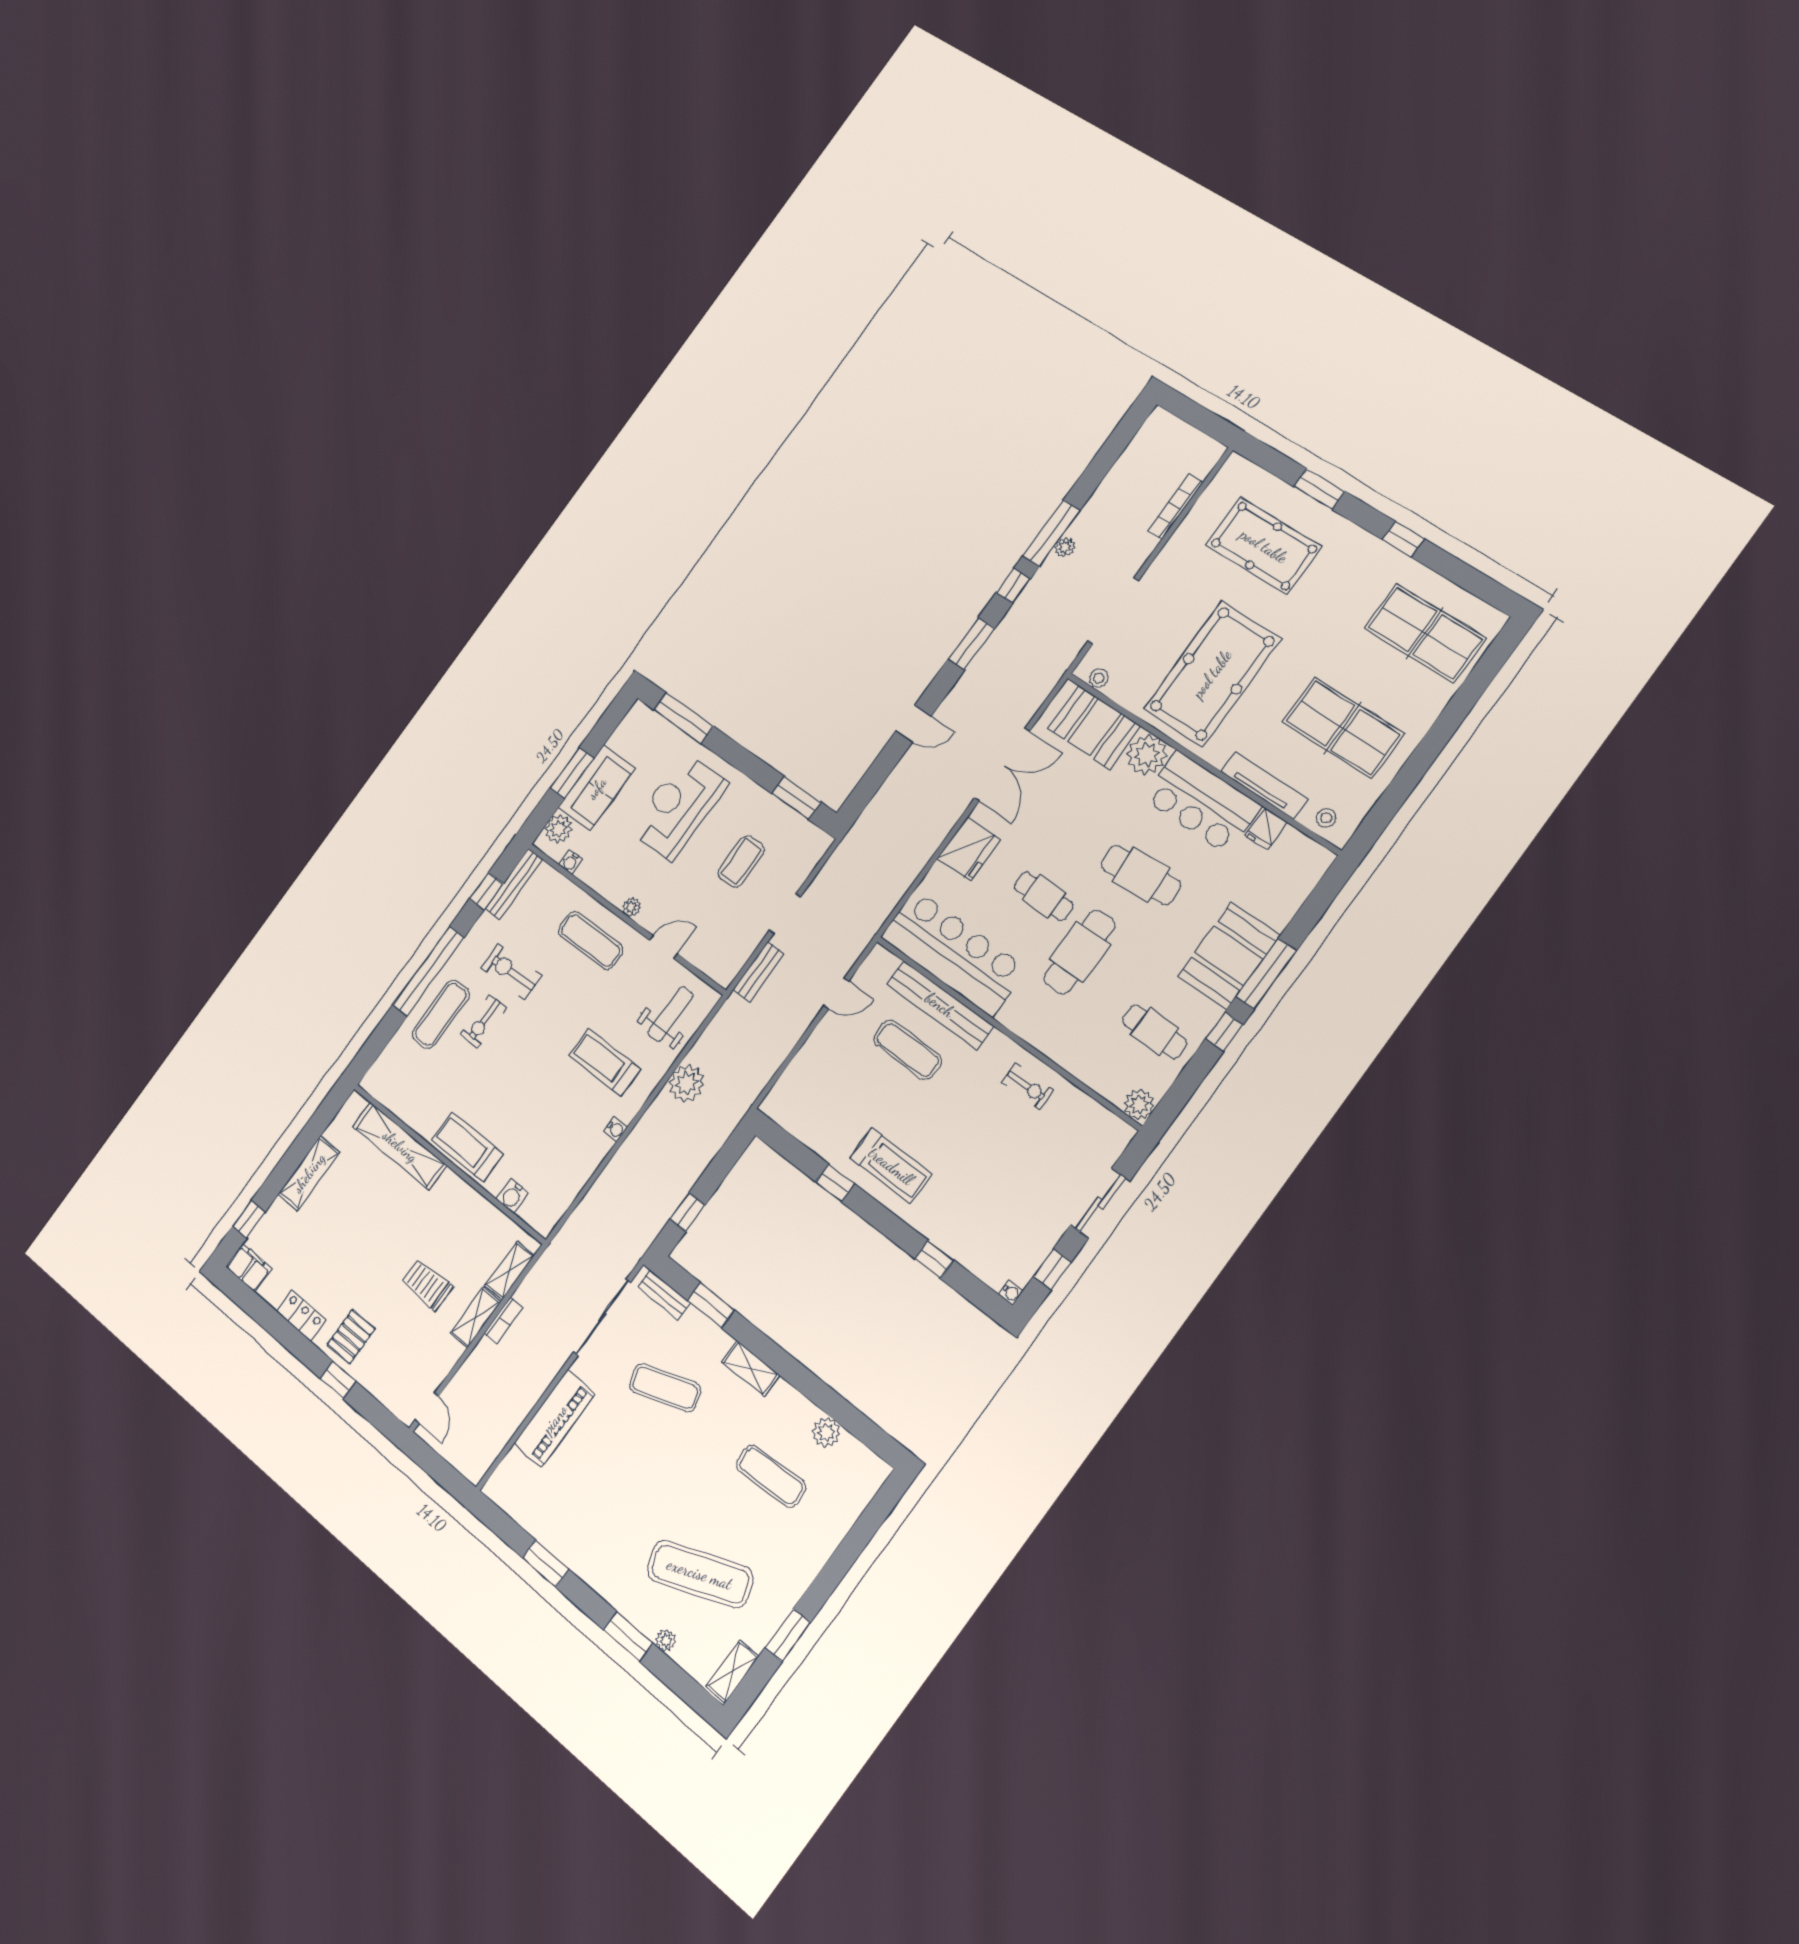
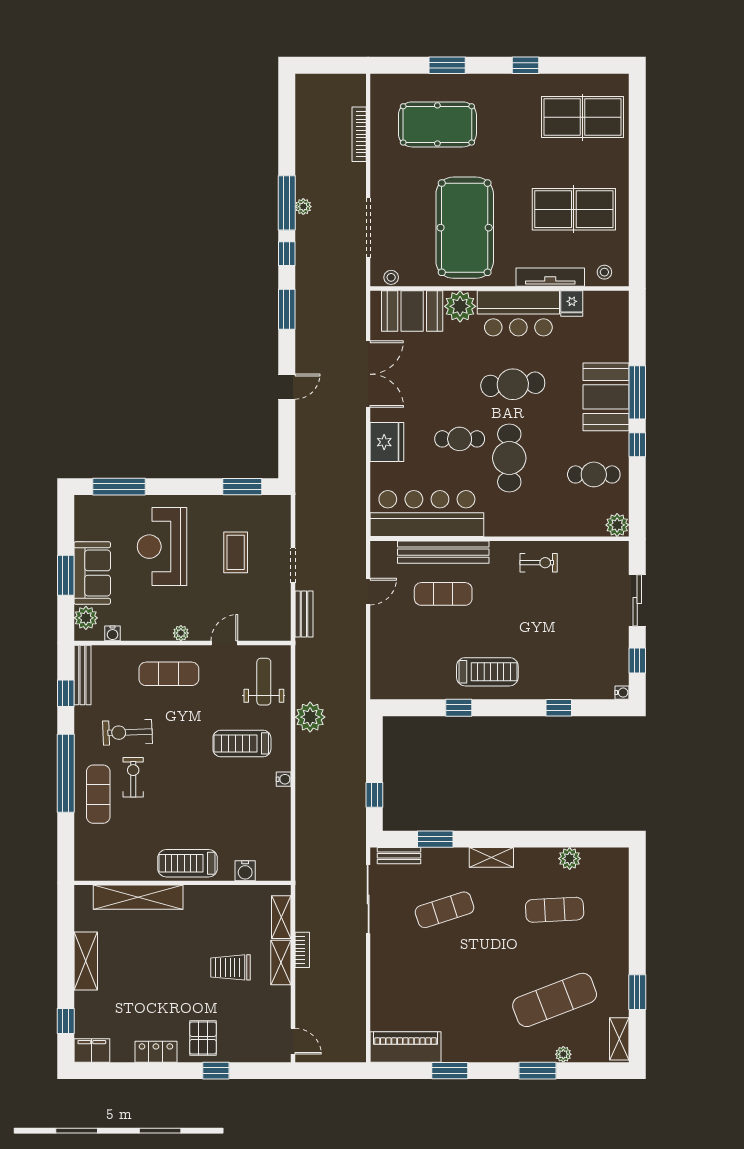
exercise bike: (483, 1021) -> (133, 777), turned 180
piano: (555, 1419) -> (406, 1047), moved, turned -90

